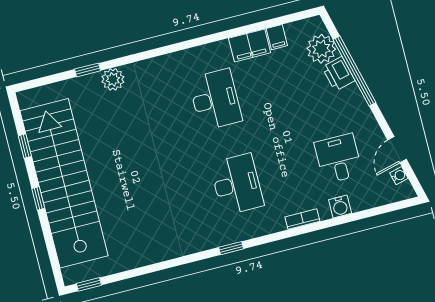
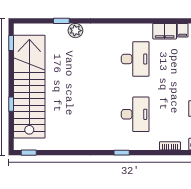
window: (25, 146) -> (11, 43), moved
window: (38, 198) -> (11, 104), moved

